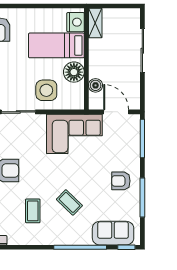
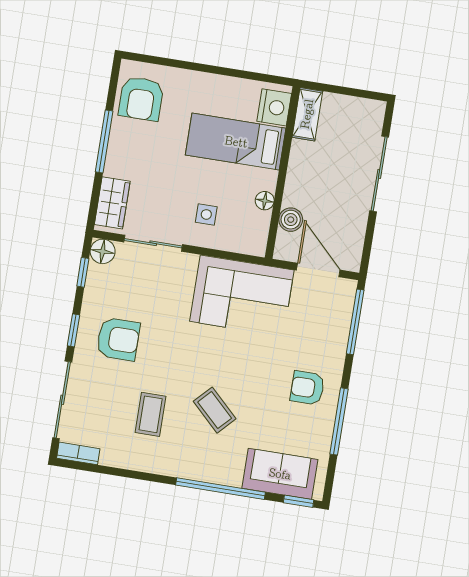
floor lamp: (74, 72) -> (265, 201), width x0.53, depth x0.53
side table: (46, 90) -> (206, 214), width x0.54, depth x0.54

